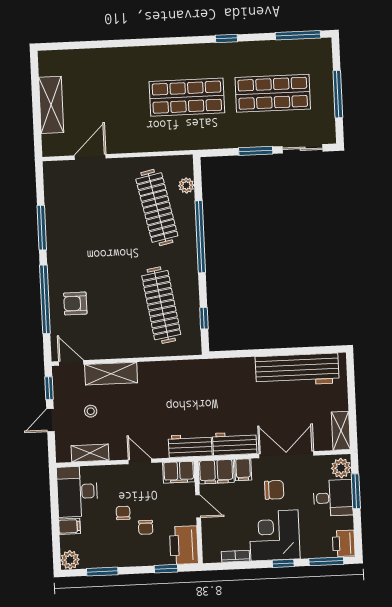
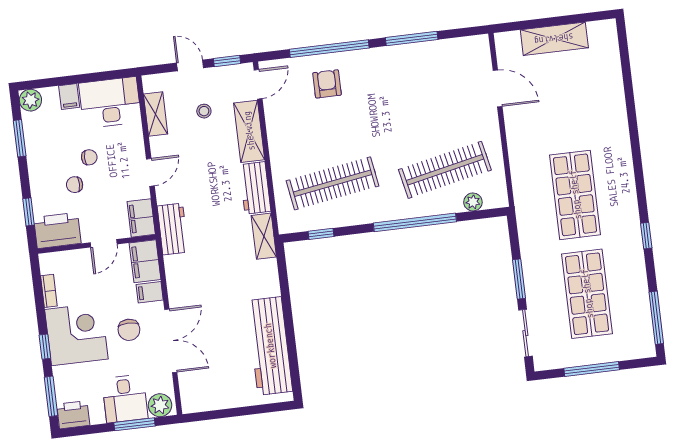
shelving: (341, 431) -> (264, 236), moved, turned 90
workbench: (235, 444) -> (255, 188), moved, turned 180

